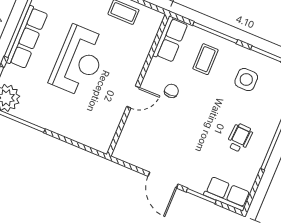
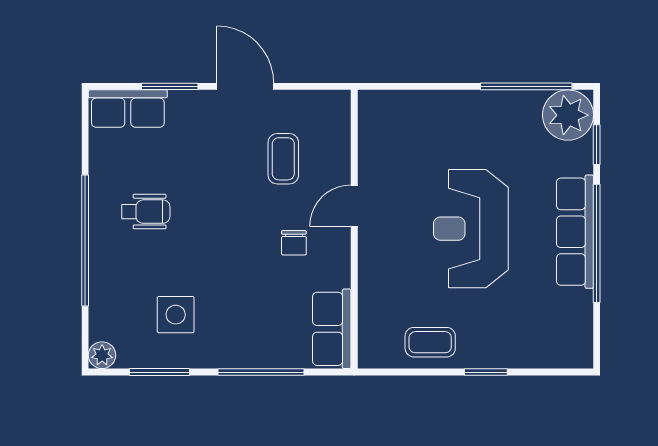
coffee table: (205, 59) -> (283, 159), moved
wheelchair: (240, 138) -> (146, 212), turned -93

